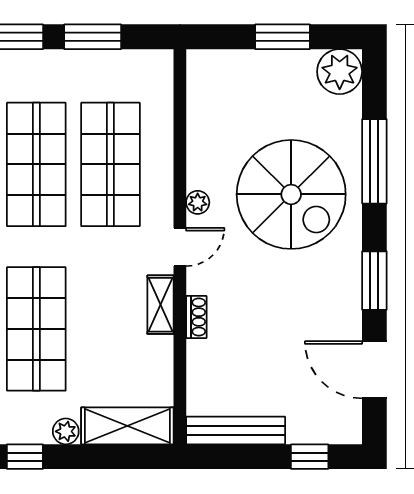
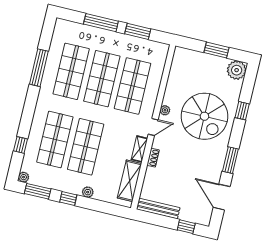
window: (374, 161) -> (242, 111), width x0.46
shelving: (127, 426) -> (130, 181), moved, turned 90

